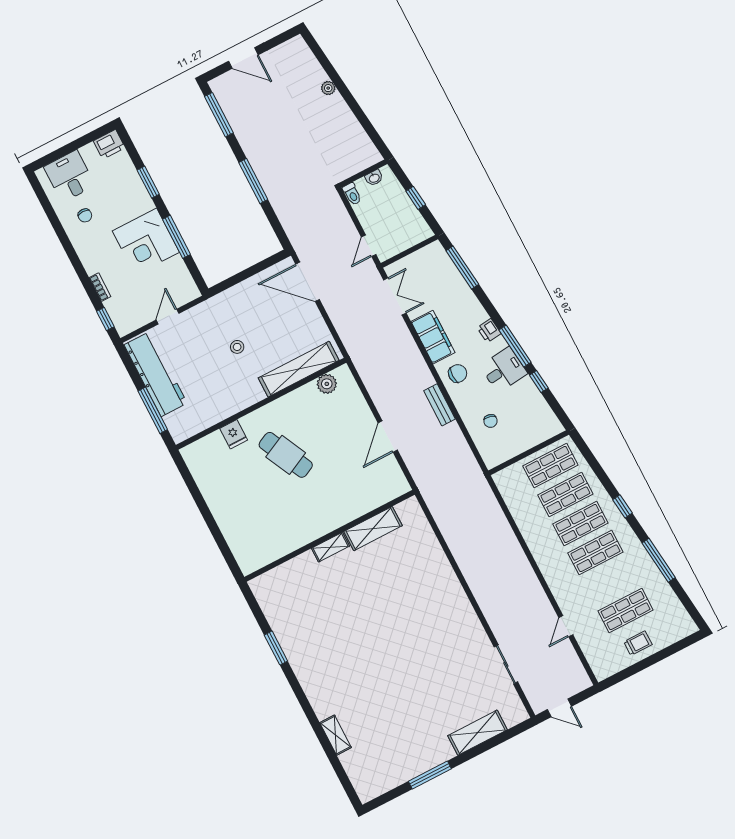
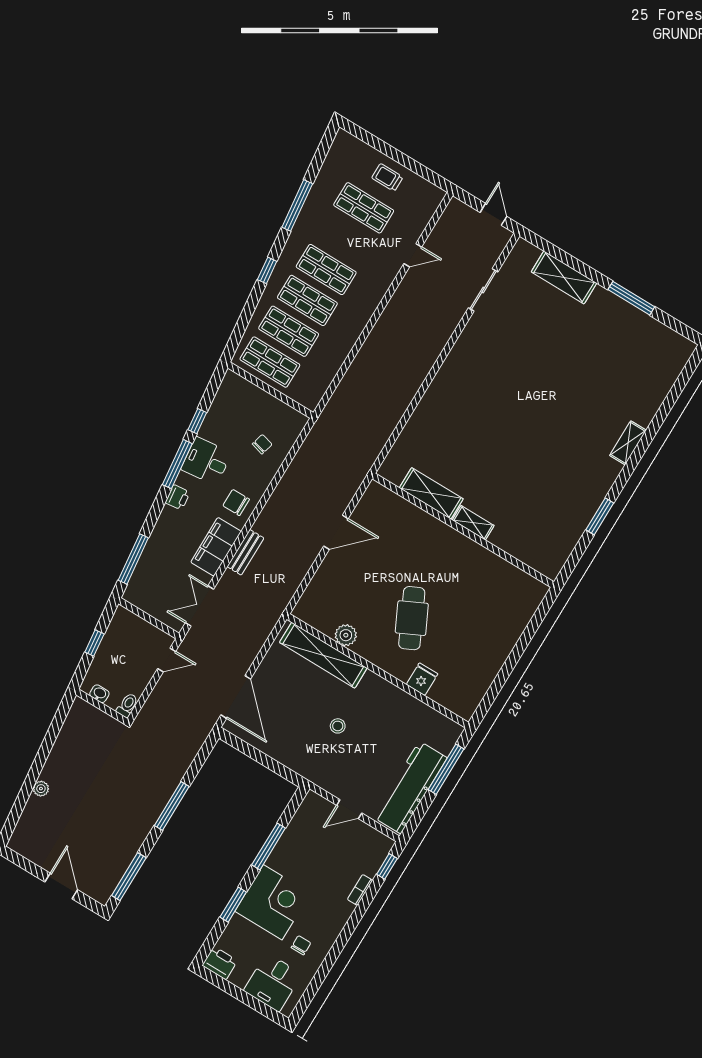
corner desk: (146, 242) -> (273, 902), moved
plant: (327, 384) -> (346, 635), moved
bench: (440, 405) -> (245, 552), moved
shelving: (335, 735) -> (628, 443), moved

